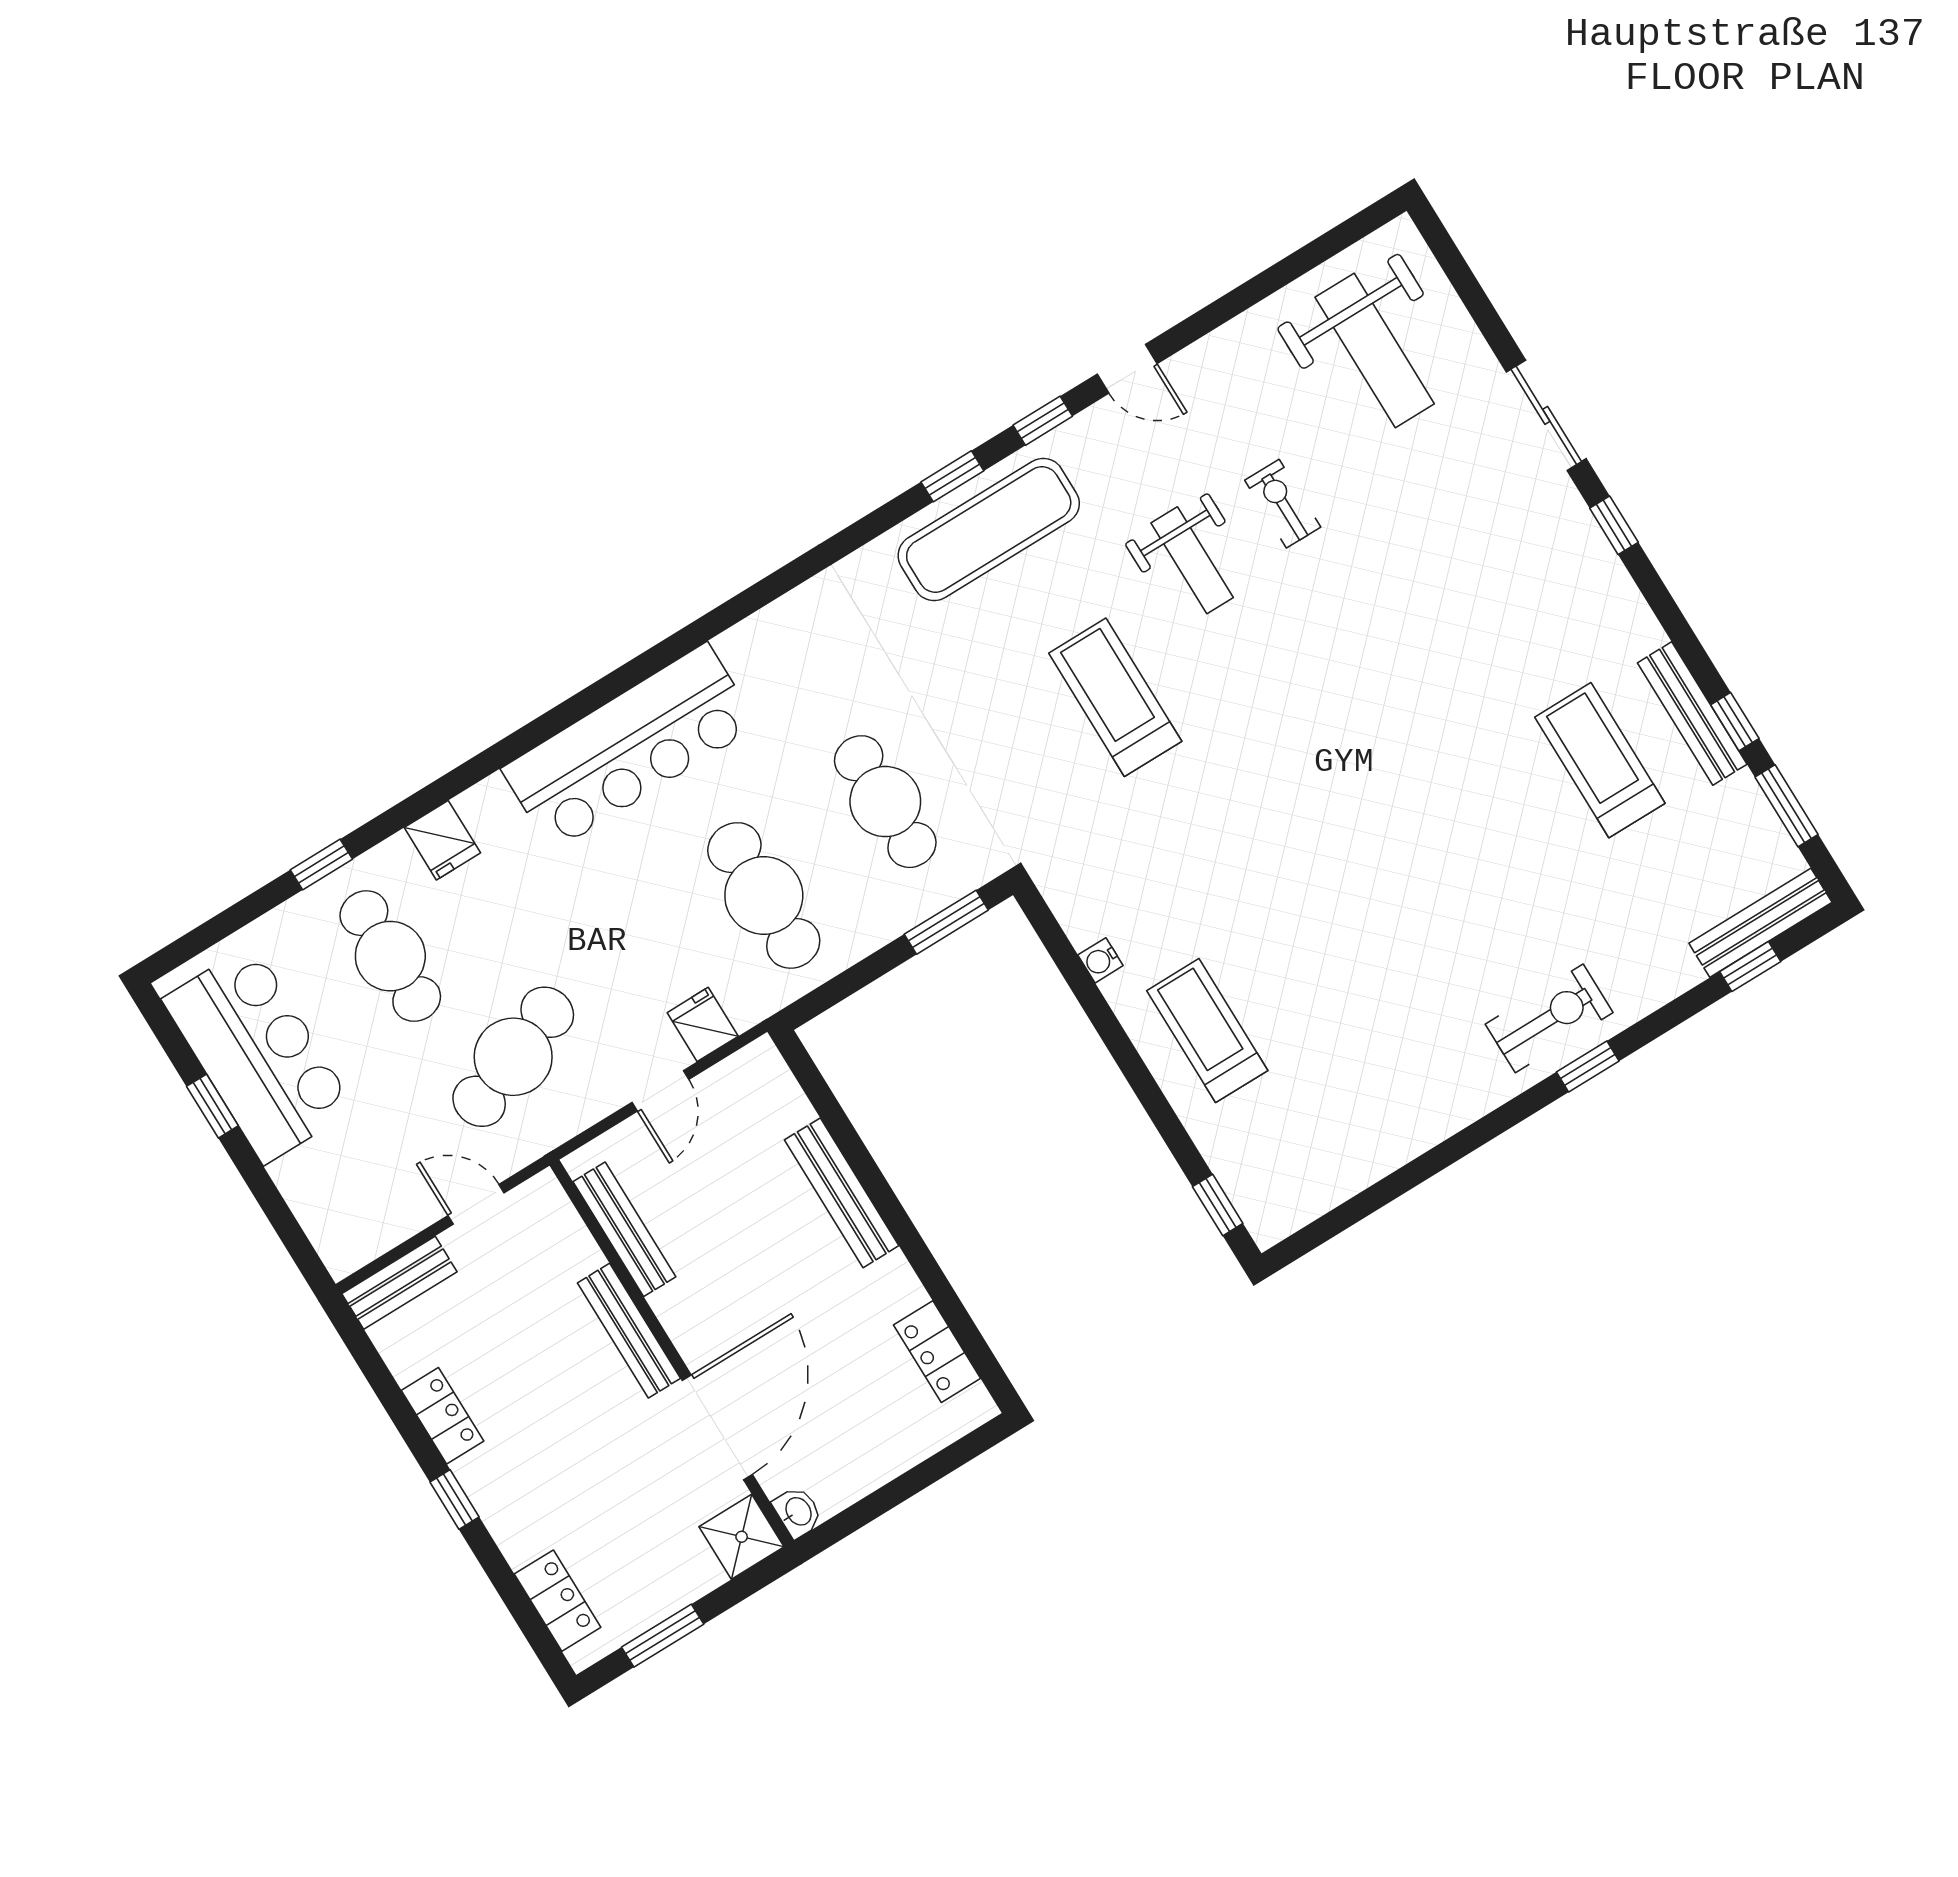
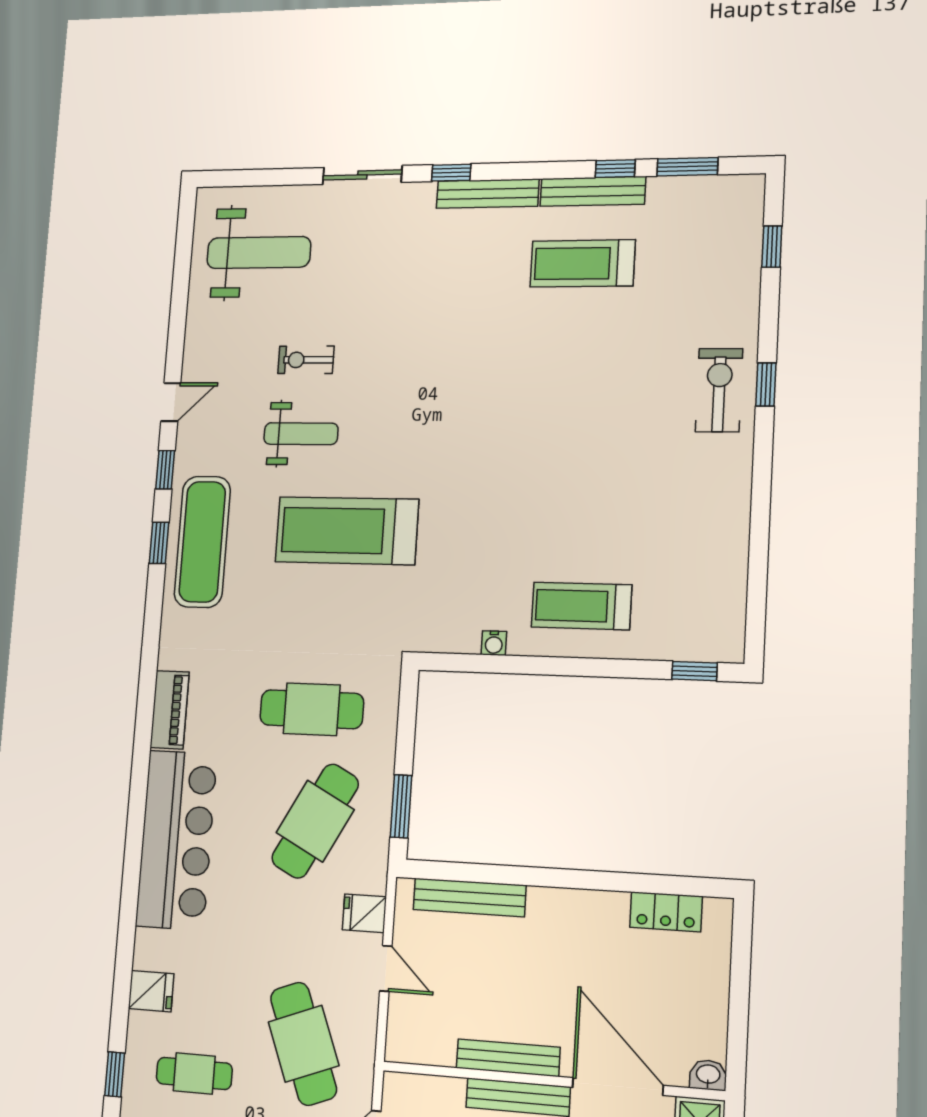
piano: (770, 631) -> (170, 710), added
treadmill: (1115, 697) -> (347, 531), width x1.37, depth x1.38
cafe table: (764, 895) -> (315, 821), turned -62
window: (946, 922) -> (401, 806), moved
bench: (1760, 923) -> (488, 194), moved, turned 90
cafe table: (390, 956) -> (194, 1073), width x0.73, depth x0.74
bench: (842, 1193) -> (469, 897), moved
bench: (624, 1229) -> (508, 1058), moved

